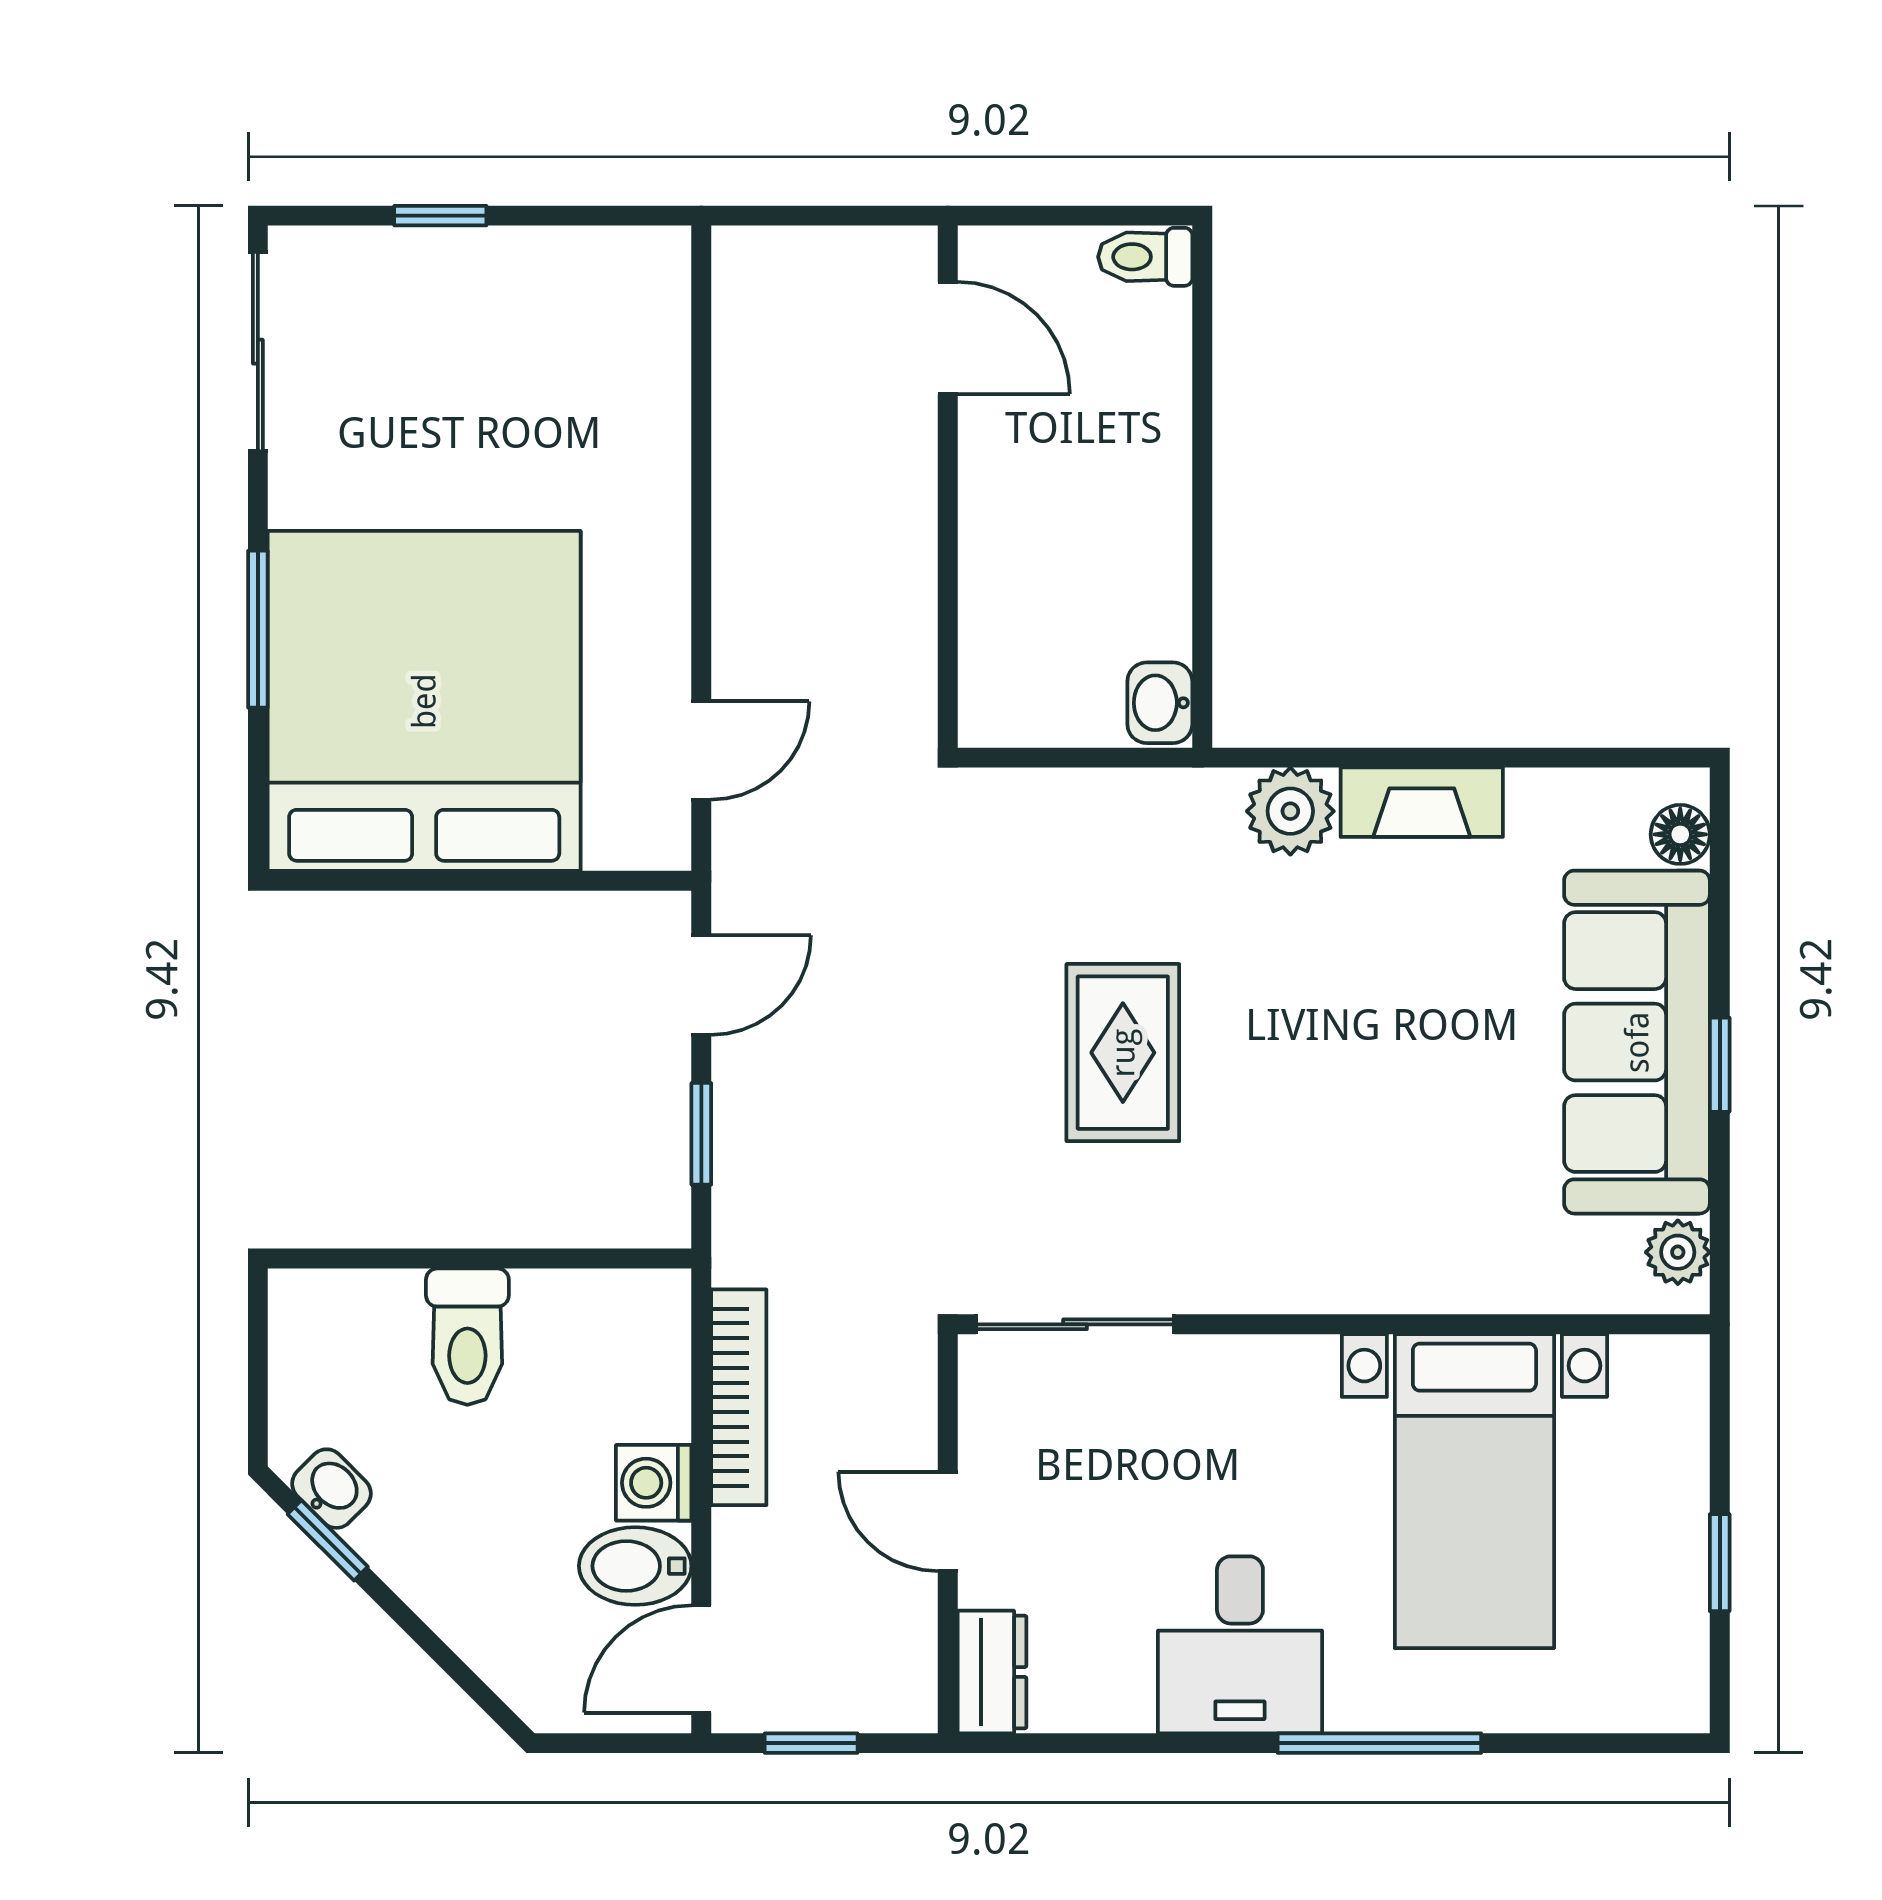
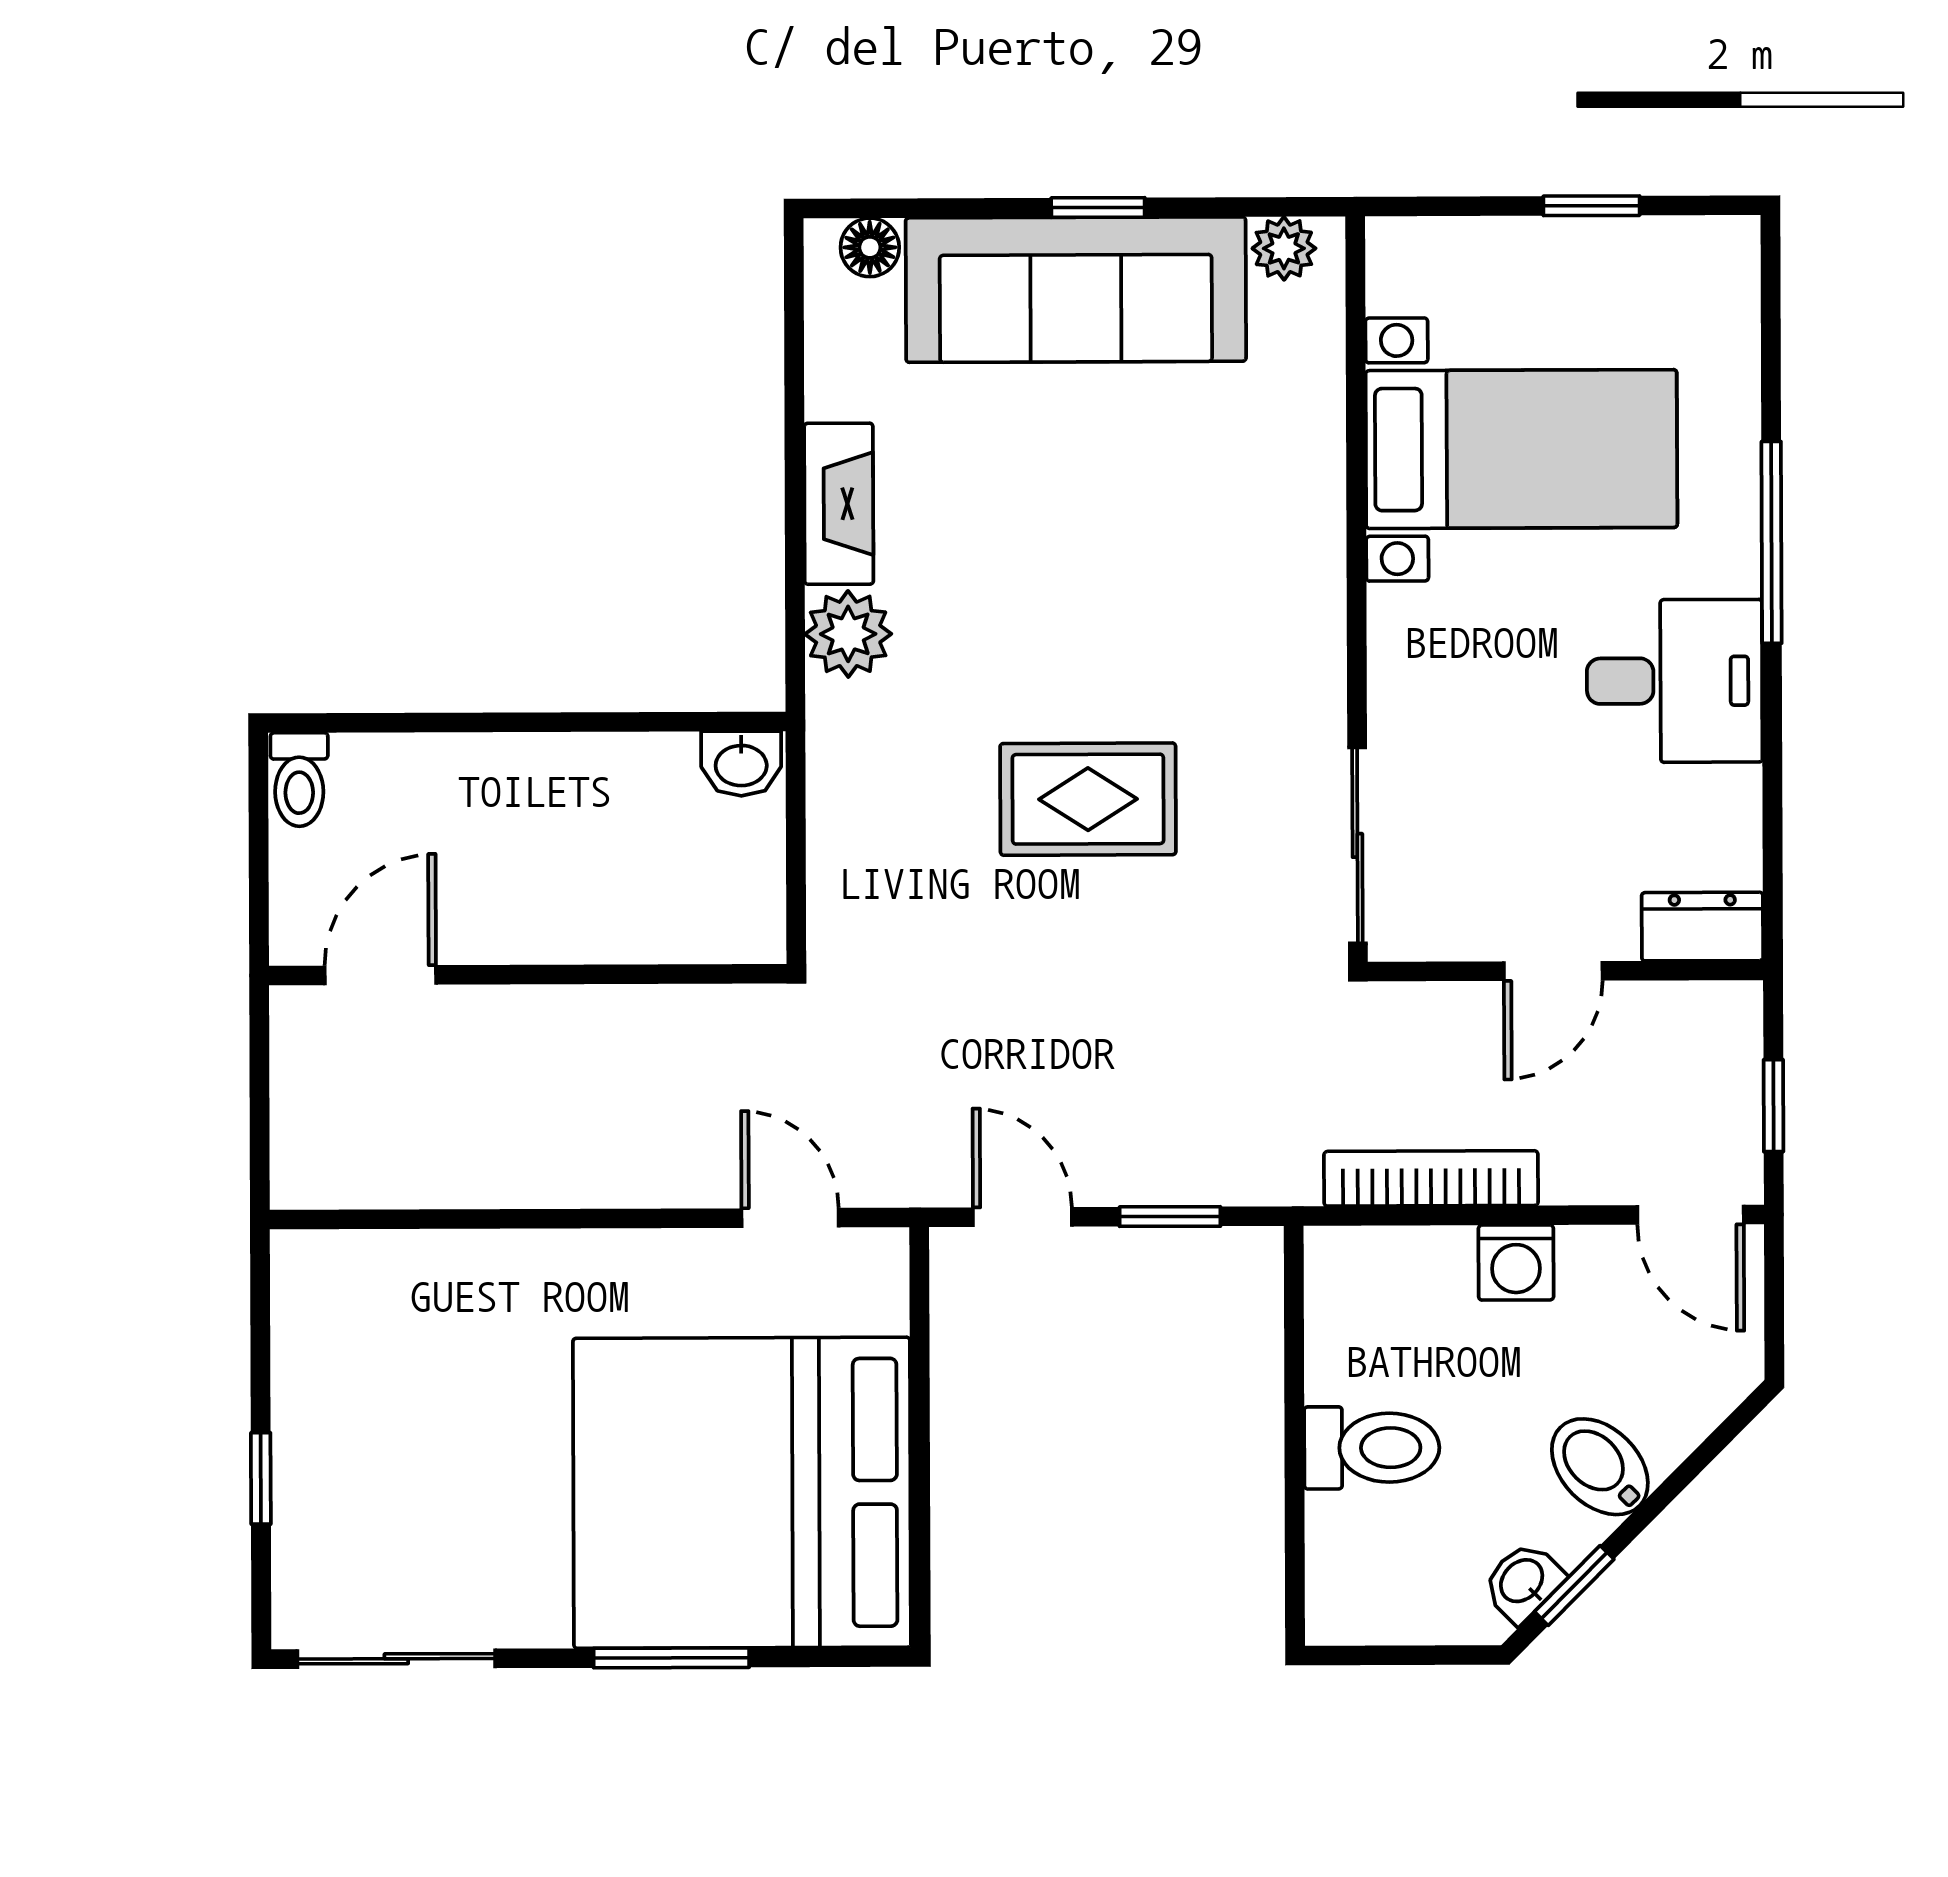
bidet: (635, 1566) -> (1600, 1467), moved, turned 135

